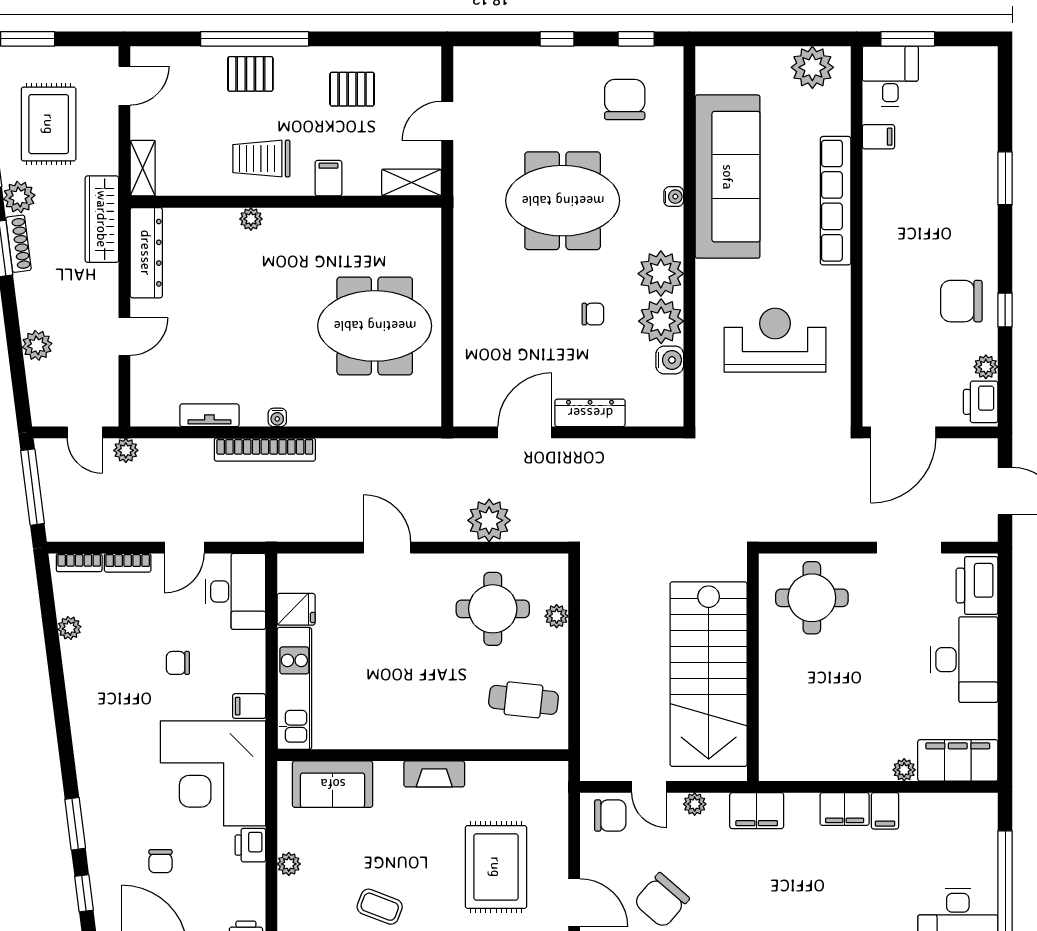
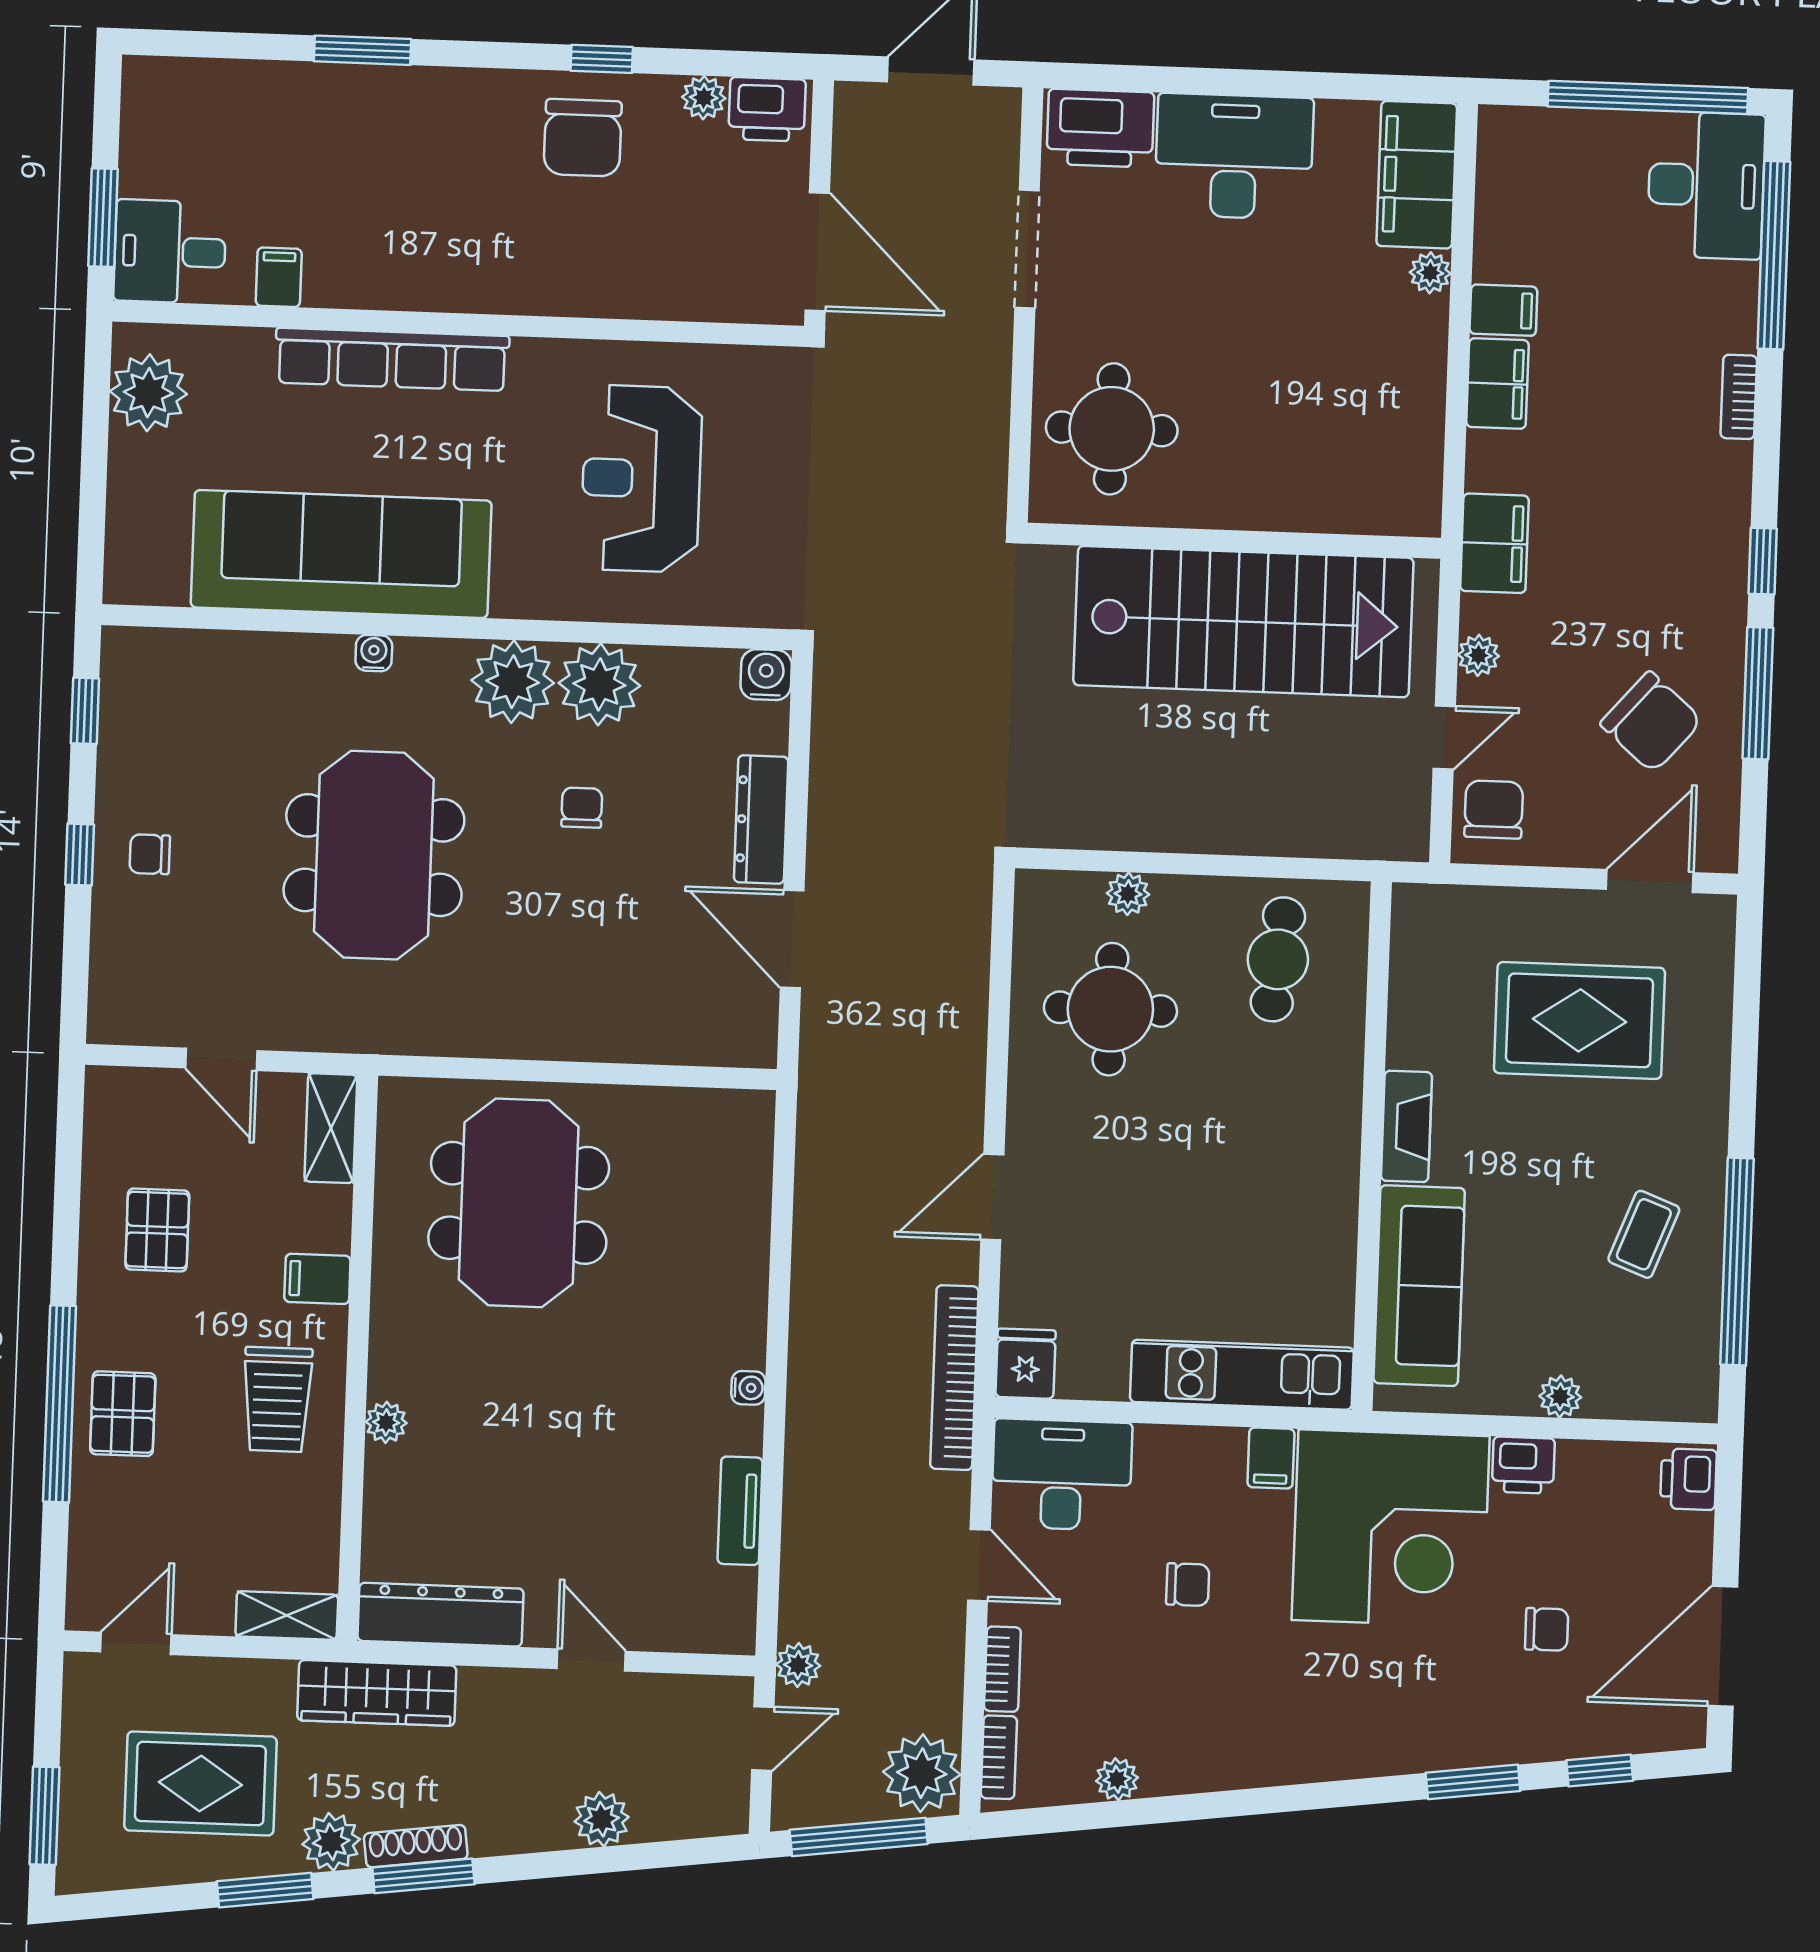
door: (124, 86) -> (136, 1643), hinge flipped
chair: (625, 100) -> (150, 854), moved, width x0.54, depth x0.54
meeting table: (375, 326) -> (519, 1203), moved
water cooler: (670, 360) -> (766, 675), moved
bookcase: (265, 450) -> (954, 1378), moved, turned 180
plant: (489, 520) -> (922, 1773), moved
fridge: (296, 609) -> (1026, 1364), moved
chair: (178, 663) -> (1188, 1585), turned -90
sofa: (333, 784) -> (1419, 1286), width x1.36

